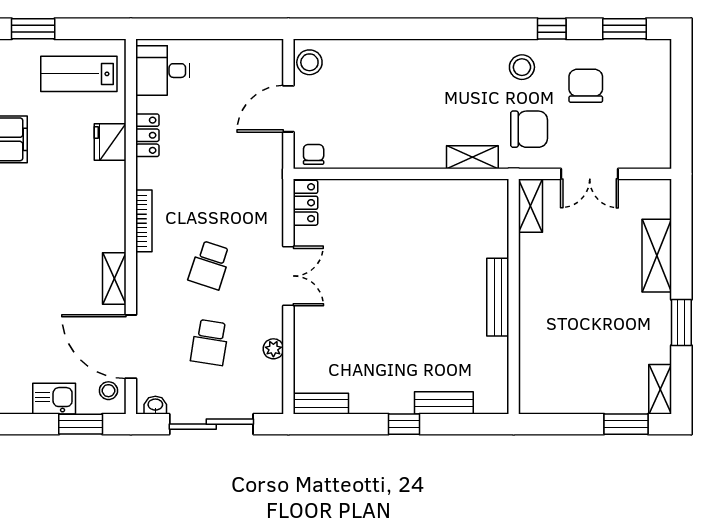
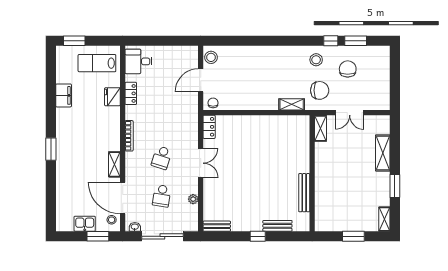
window: (625, 29) -> (356, 41), moved
bench: (498, 297) -> (304, 193), moved
window: (626, 424) -> (353, 236), moved

